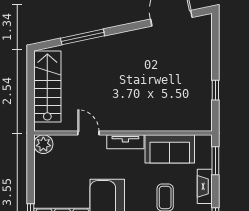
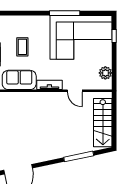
plant: (43, 144) -> (105, 73), moved

